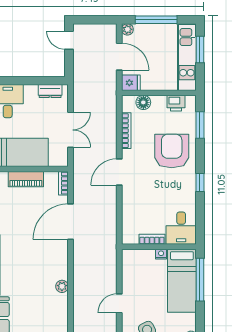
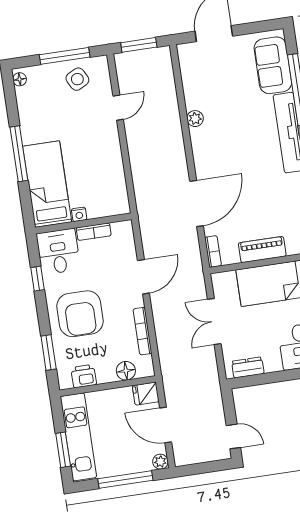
desk: (181, 228) -> (58, 252), moved
bookcase: (152, 239) -> (94, 232), moved
wall: (159, 247) -> (83, 223), moved
nightstand: (161, 254) -> (79, 214), moved
bed: (182, 281) -> (47, 184), moved

